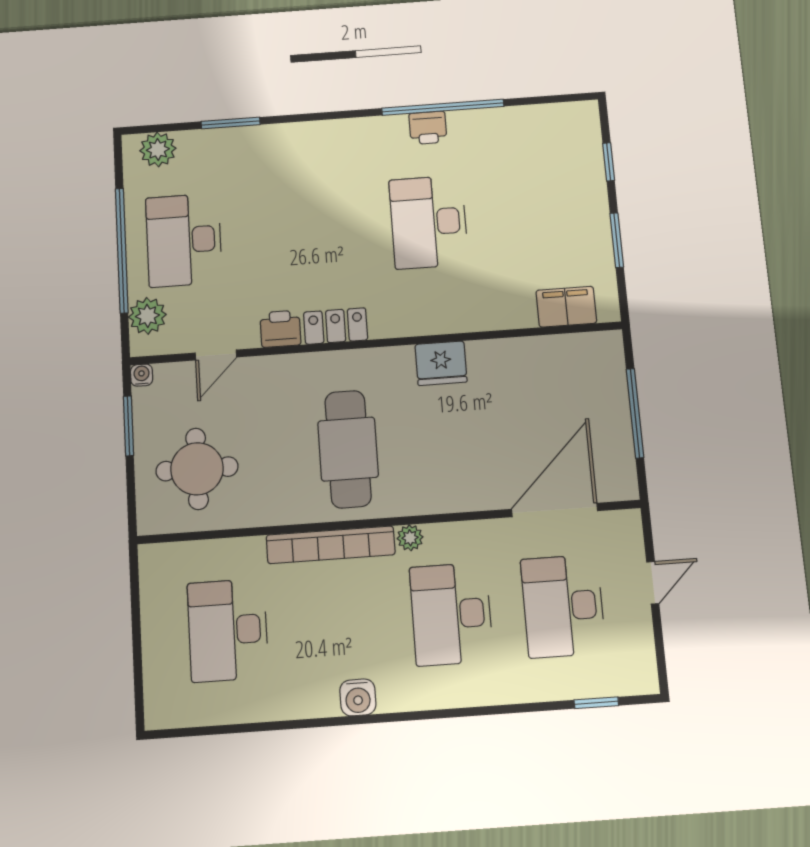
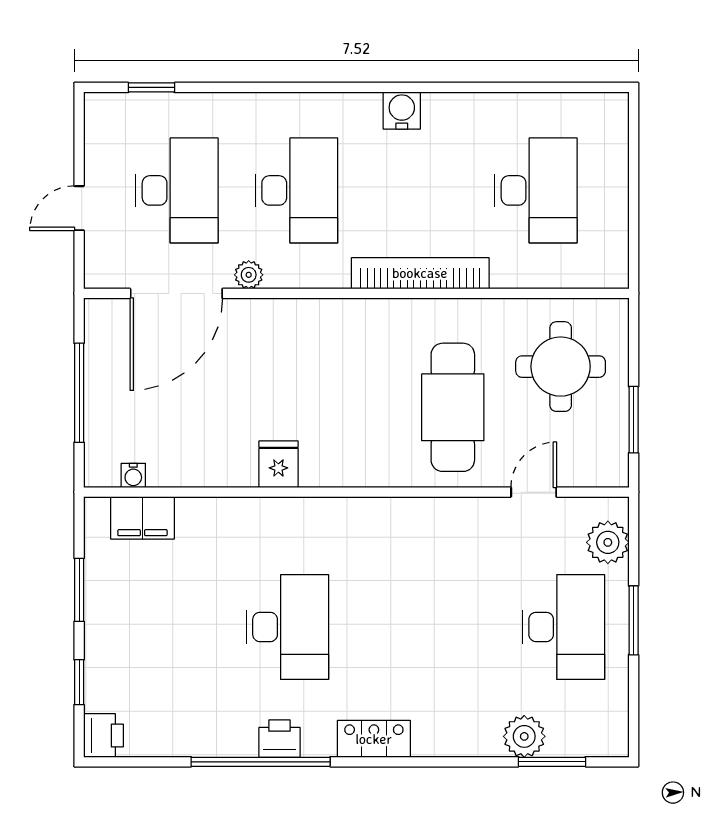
window: (231, 123) -> (552, 762), moved
plant: (158, 150) -> (524, 736), moved
window: (122, 250) -> (634, 620), width x0.47
locker: (336, 326) -> (374, 739), moved, turned 180
printer: (280, 329) -> (103, 736), moved, turned -90
fridge: (441, 363) -> (278, 464), width x0.72
water cooler: (142, 375) -> (133, 475), moved
cafe table: (348, 449) -> (453, 407), moved
plant: (410, 538) -> (249, 275), moved

